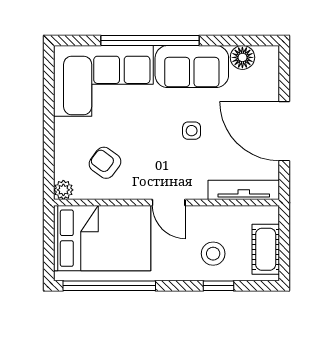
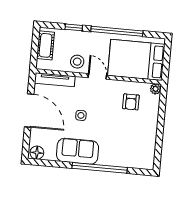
floor lamp: (242, 57) -> (37, 153), moved
corner sofa: (103, 81) -> (128, 148), removed
armchair: (105, 163) -> (131, 102), turned 54
stool: (213, 254) -> (77, 62), moved
window: (109, 286) -> (117, 31), moved

